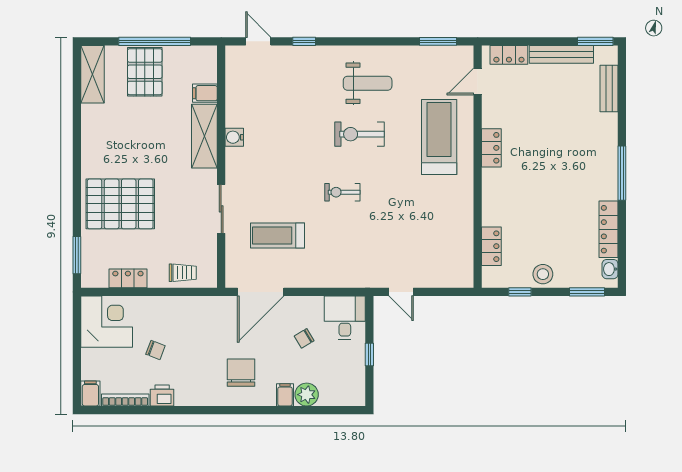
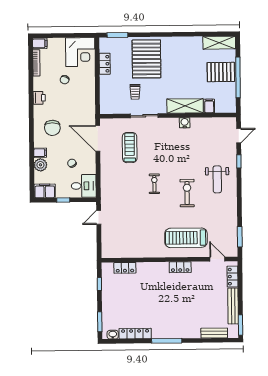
weight bench: (368, 83) -> (217, 179), moved
treadmill: (439, 137) -> (186, 238), turned 180
trolley: (183, 273) -> (135, 92), moved
stool: (543, 274) -> (109, 297), removed
chair: (241, 373) -> (52, 128), turned 90
filing cabinet: (353, 387) -> (45, 191), added
printer: (162, 395) -> (39, 98), moved

